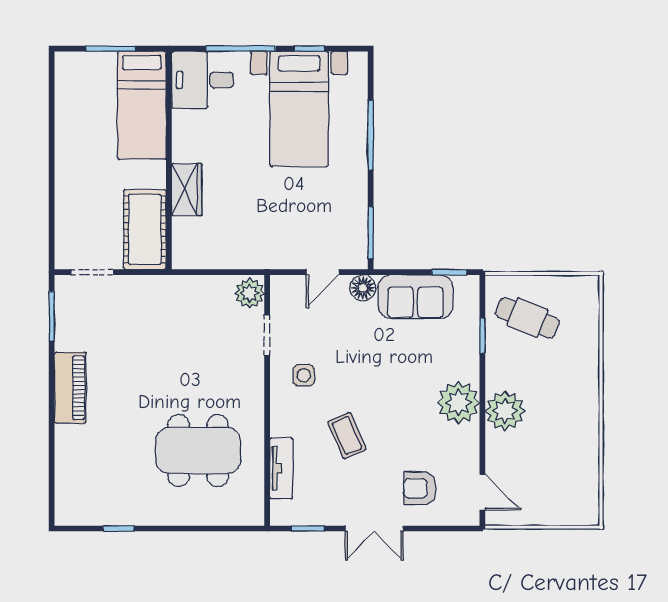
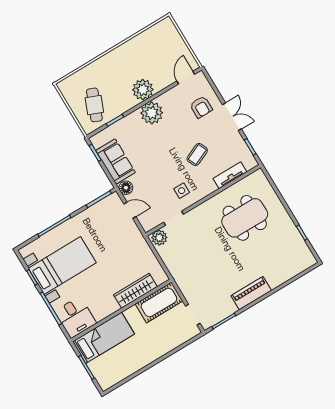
wardrobe: (187, 190) -> (135, 291), width x1.50
dining table: (198, 451) -> (245, 218), turned 90

